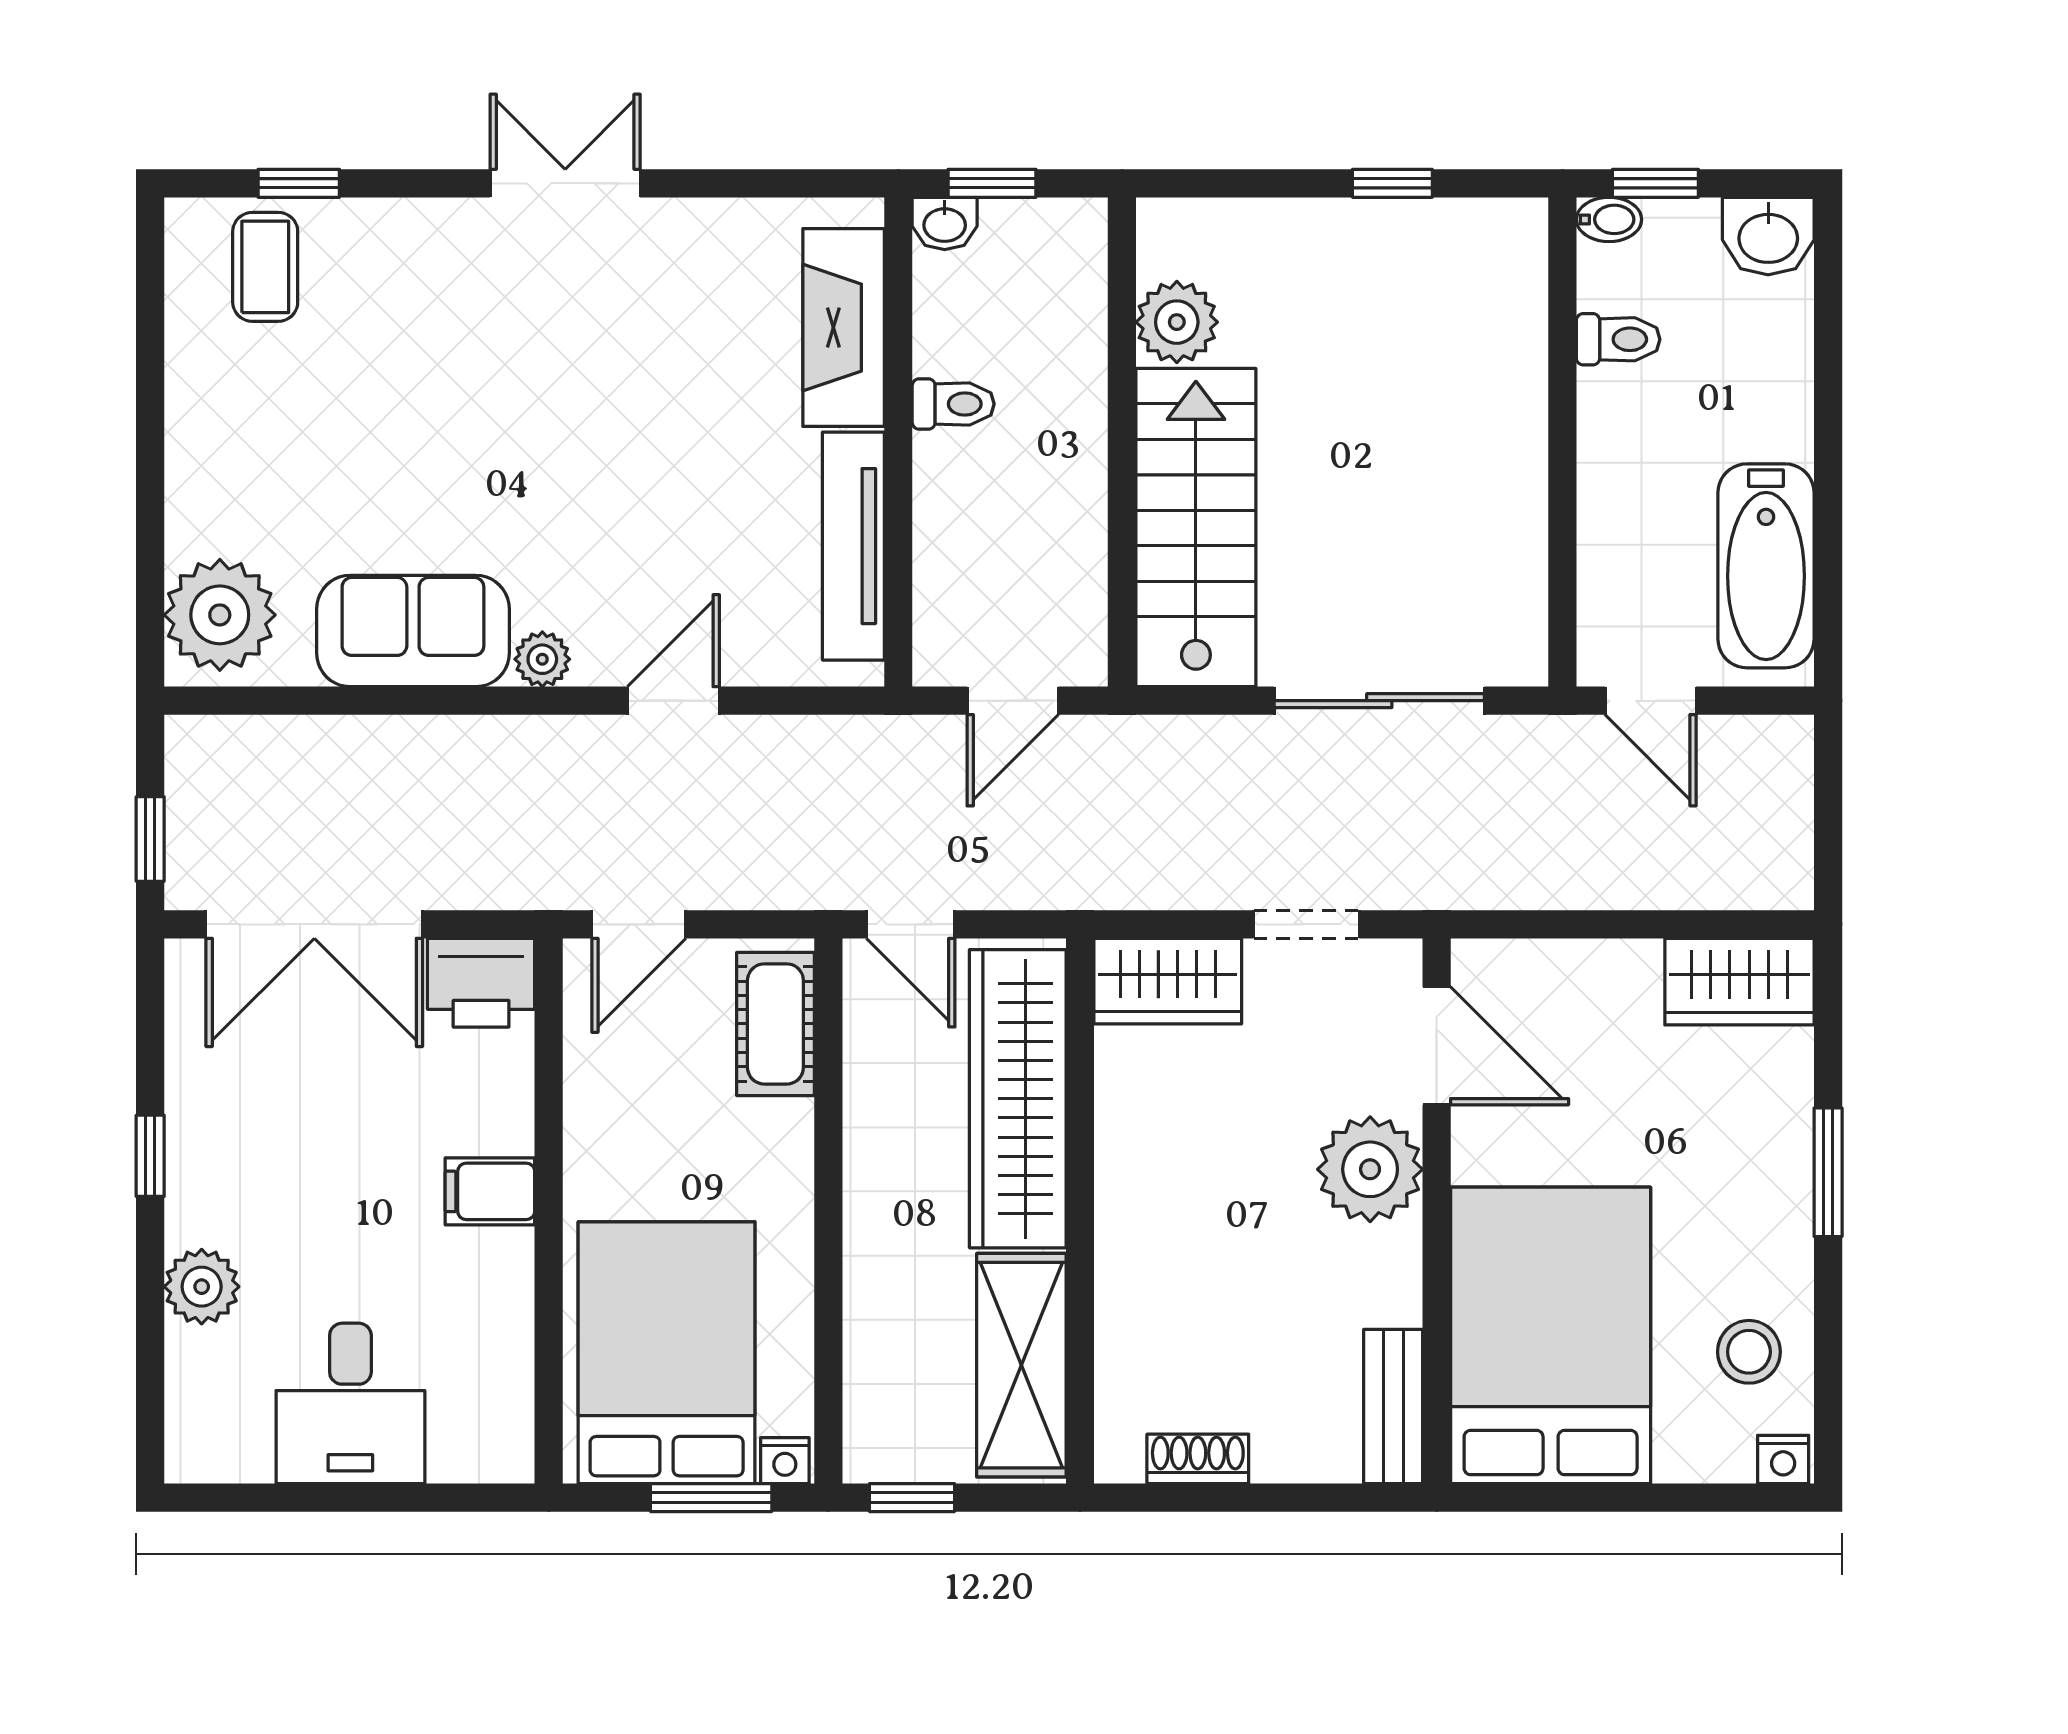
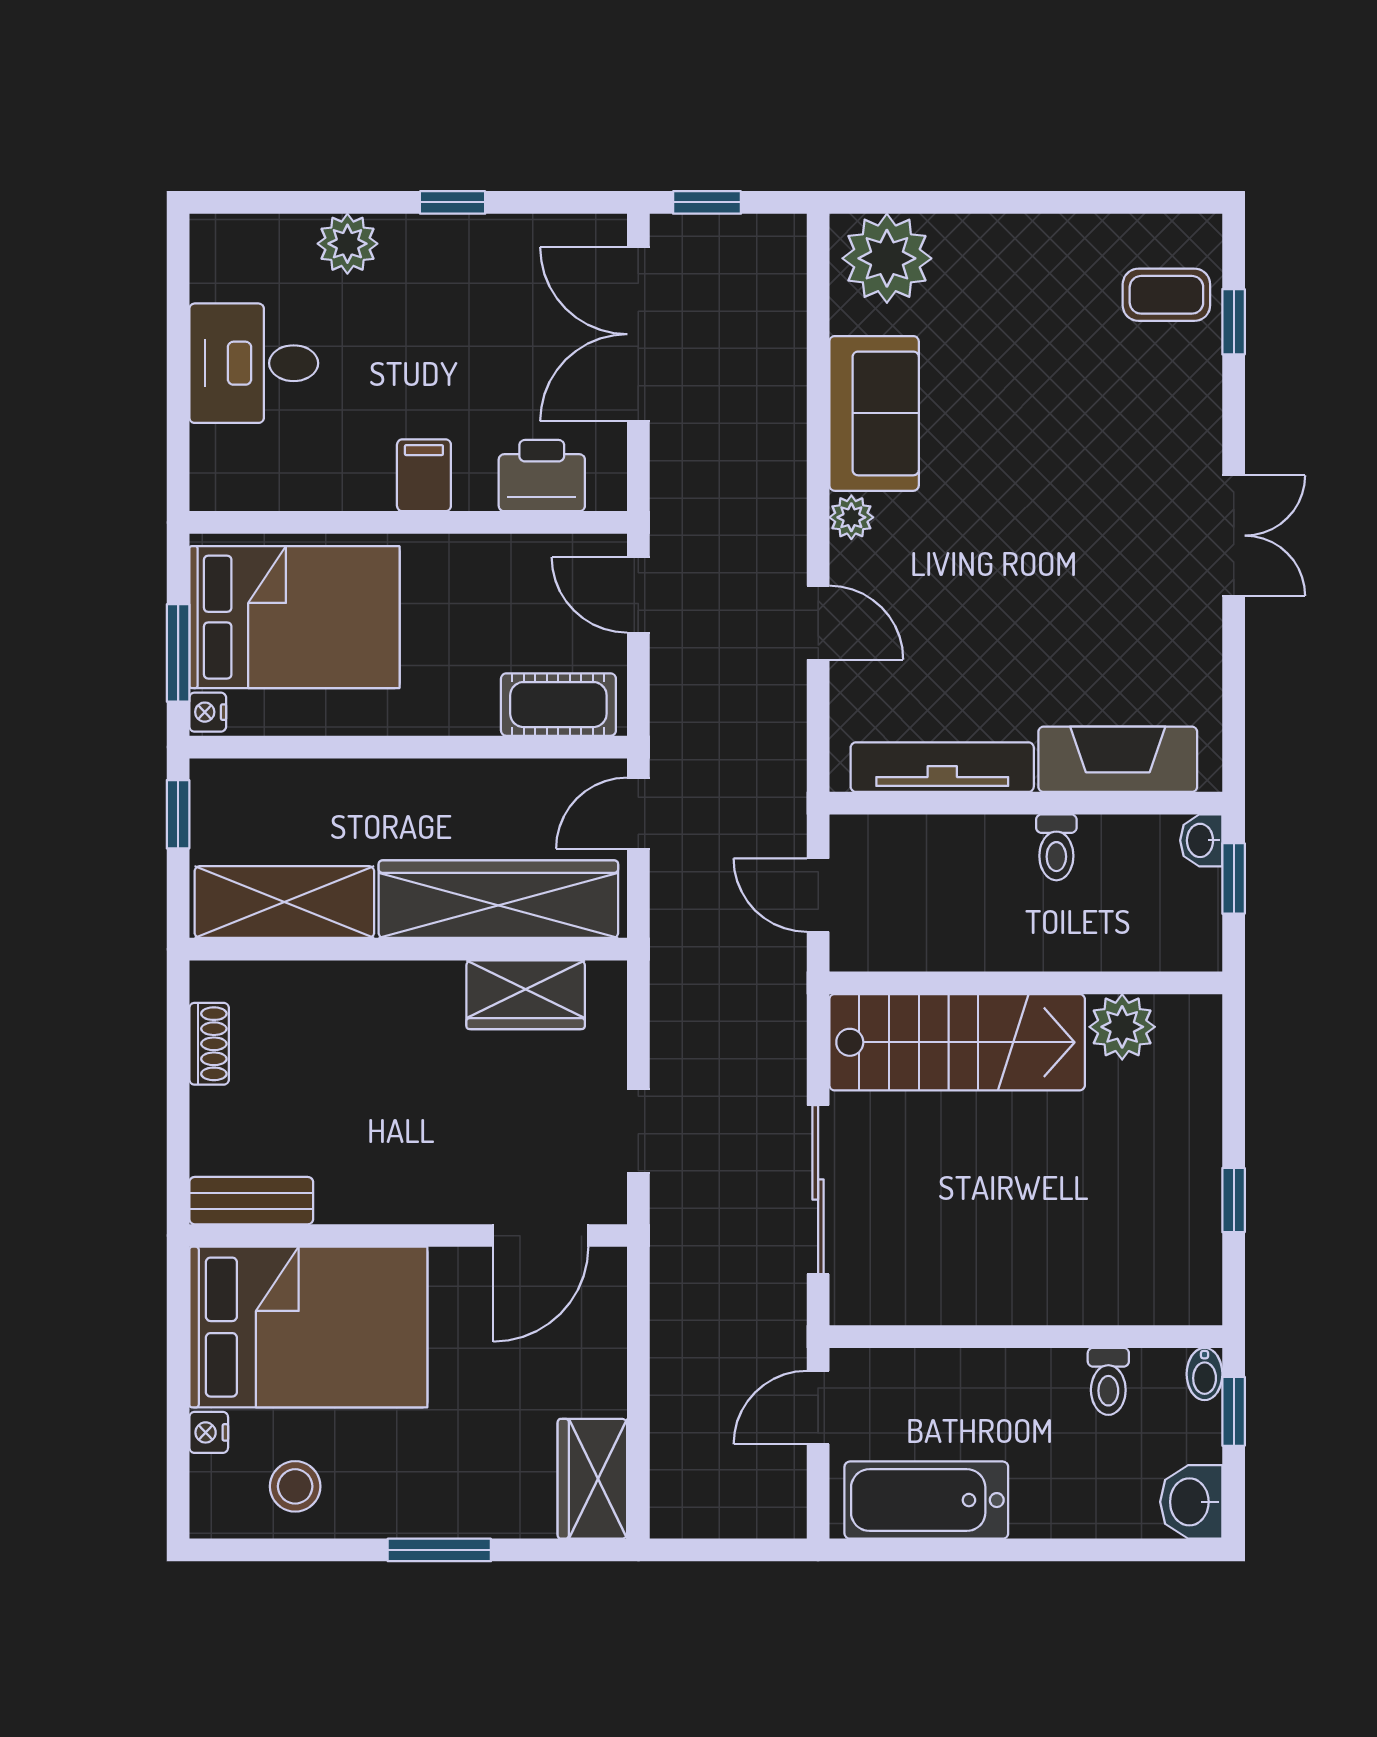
wardrobe: (1168, 981) -> (526, 995), moved, turned -90
printer: (481, 983) -> (542, 476), moved, turned 90
plant: (1370, 1169) -> (442, 1182), removed
nightstand: (1783, 1459) -> (209, 1432), moved

